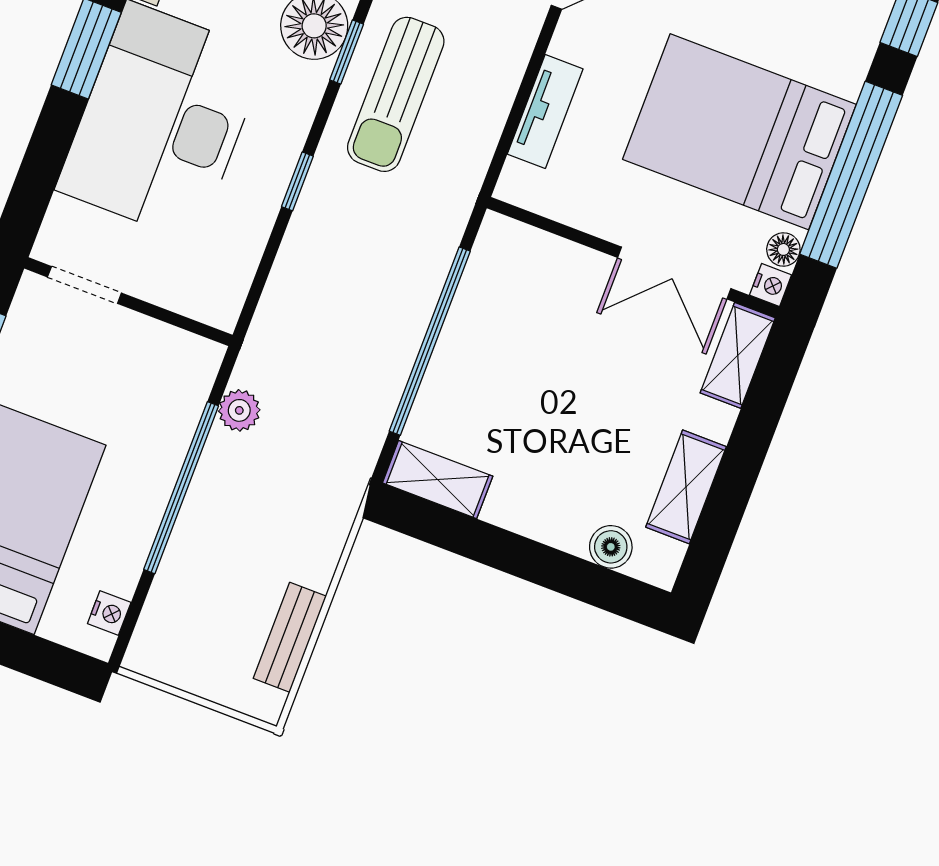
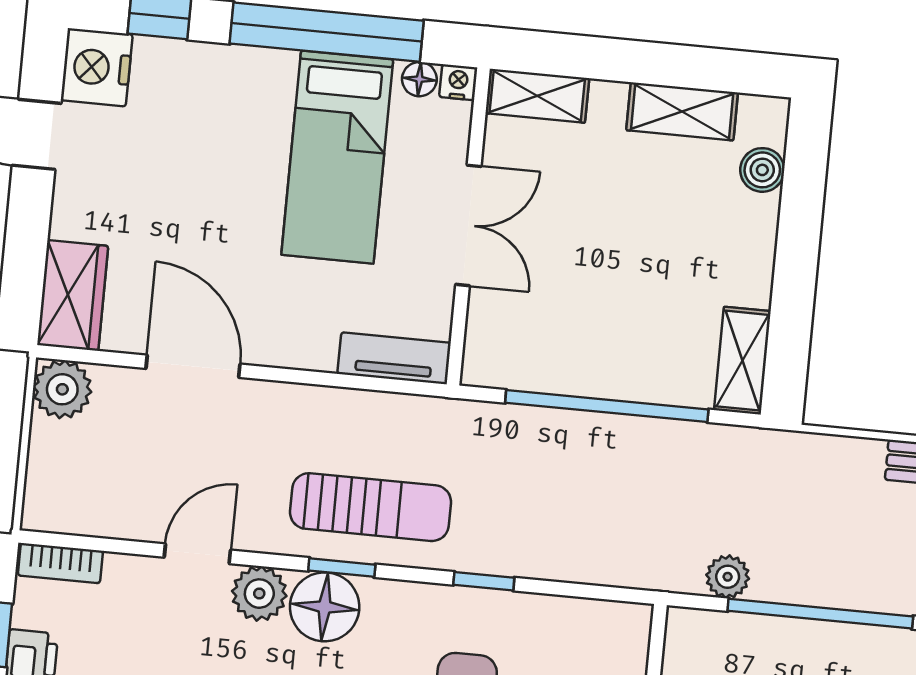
tv unit: (545, 112) -> (394, 358), moved
bed: (739, 132) -> (337, 157), width x0.67
double door: (674, 273) -> (468, 225), moved

